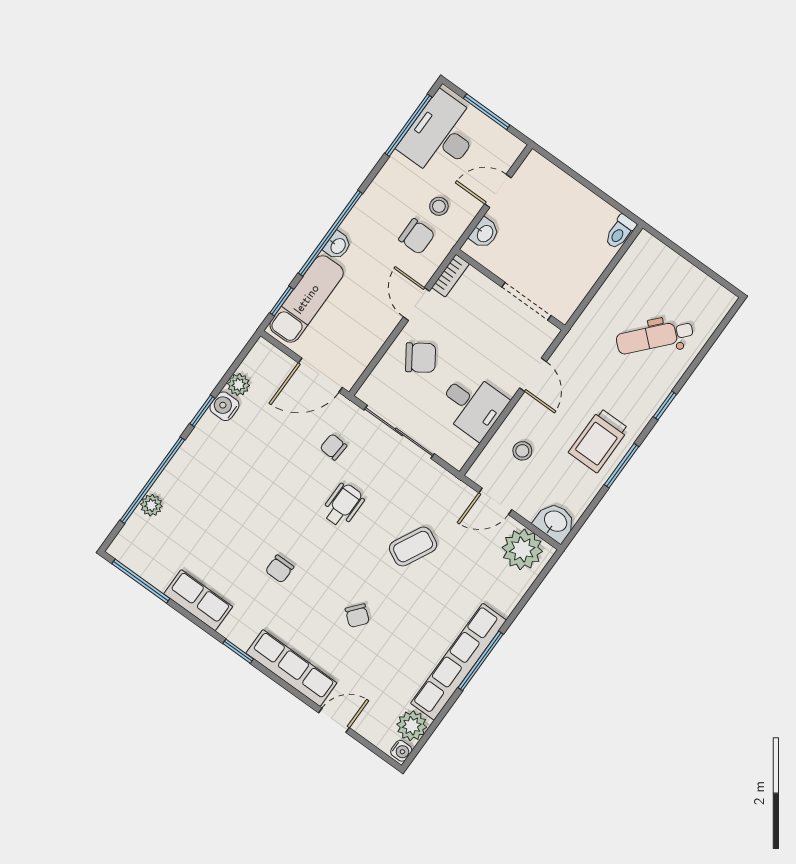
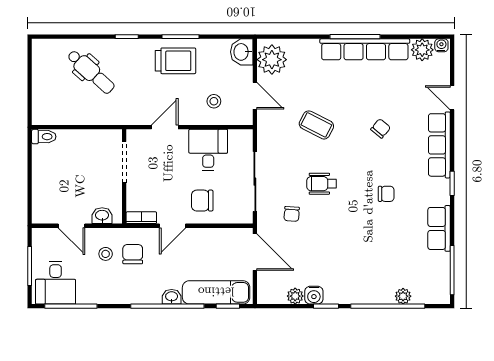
desk: (441, 135) -> (56, 283), width x0.73
chair: (421, 358) -> (202, 201), turned -56

